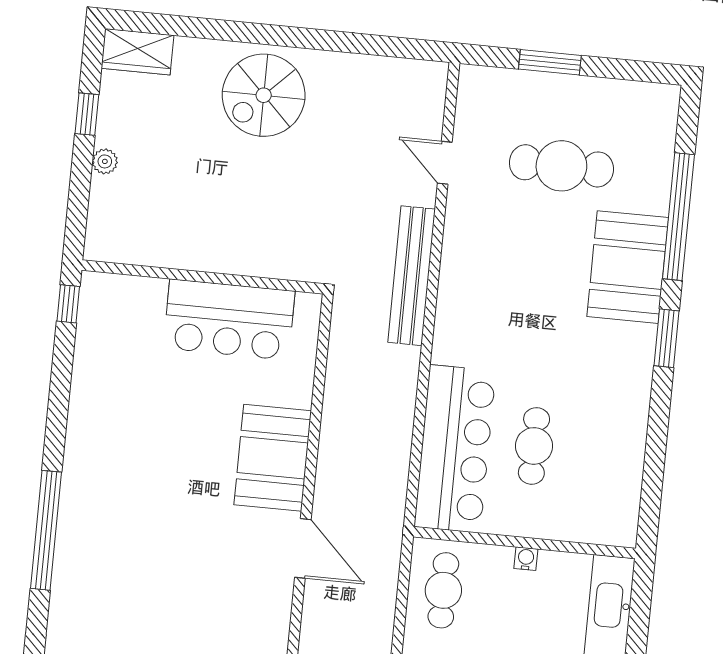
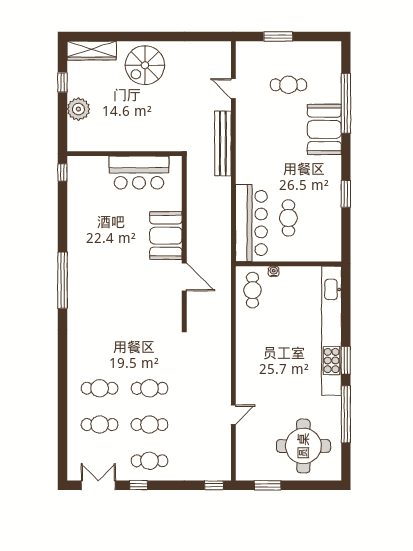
wardrobe: (137, 52) -> (92, 51), width x1.50
plant: (105, 161) -> (78, 109), width x1.87, depth x1.87
cafe table: (561, 166) -> (288, 85), width x0.73, depth x0.74
window: (666, 338) -> (346, 194), moved
water cooler: (526, 559) -> (274, 271), moved

